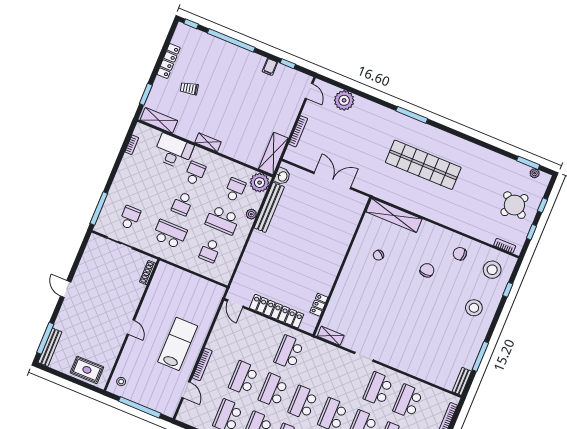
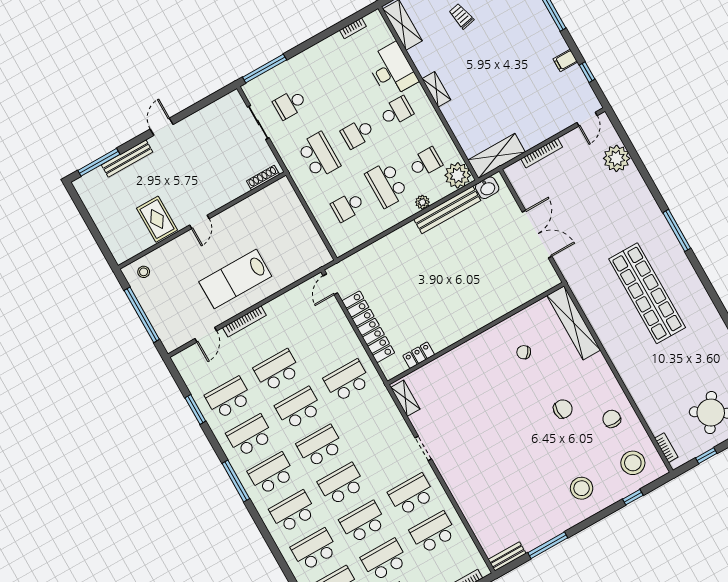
school desk: (130, 218) -> (290, 104), turned 180
lab bench: (178, 344) -> (235, 279), turned 180
bench: (50, 347) -> (127, 158), moved
rug: (87, 370) -> (157, 219), moved

